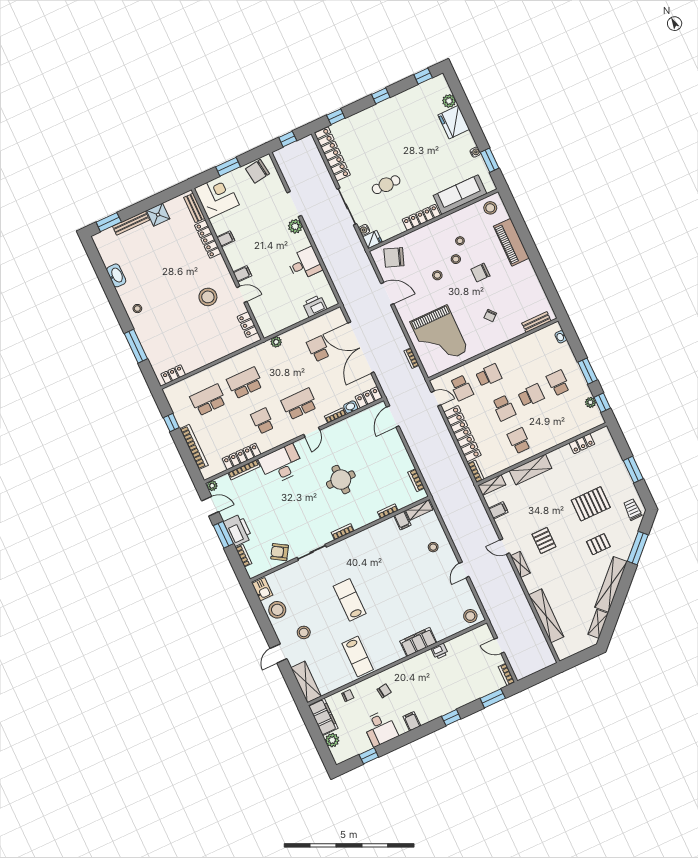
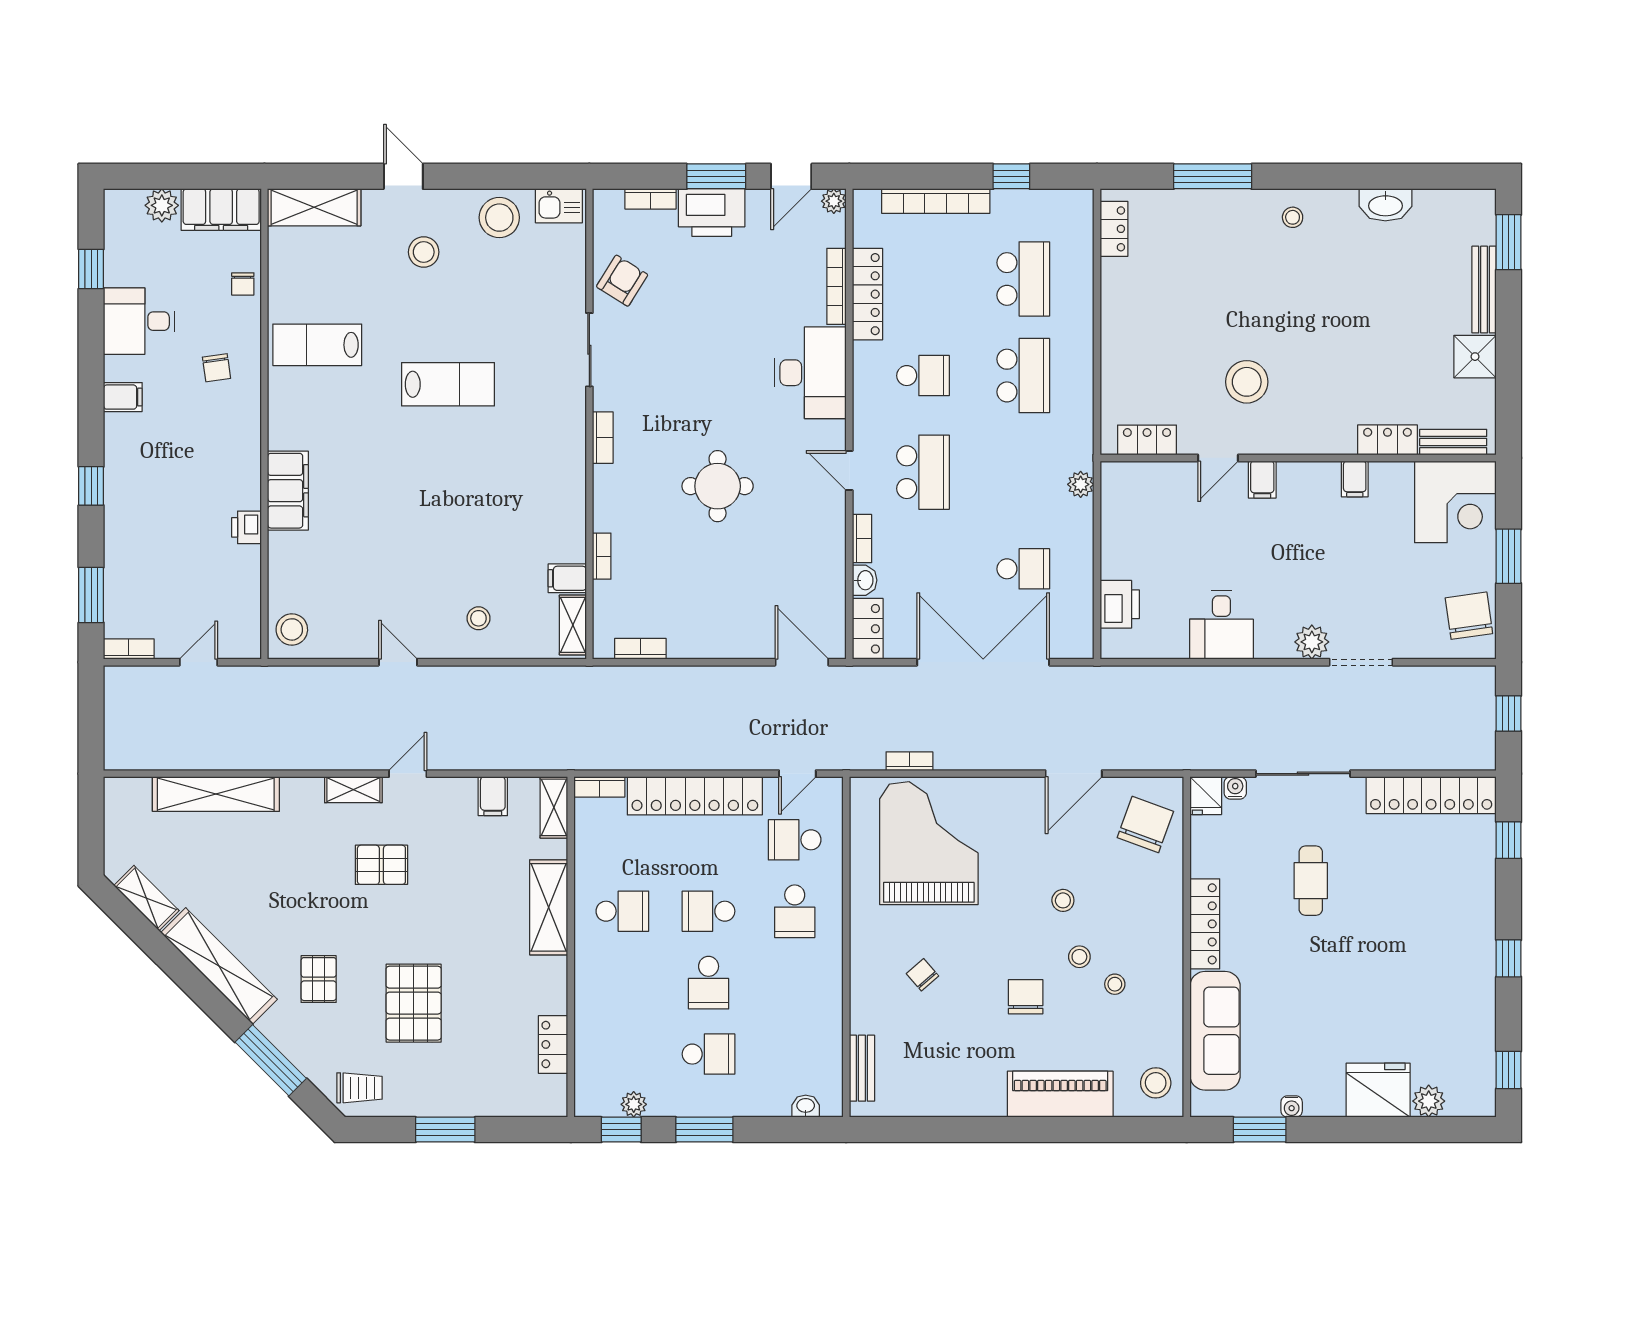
locker: (208, 239) -> (1387, 440), width x0.66
grand piano: (439, 336) -> (929, 843), turned 90

